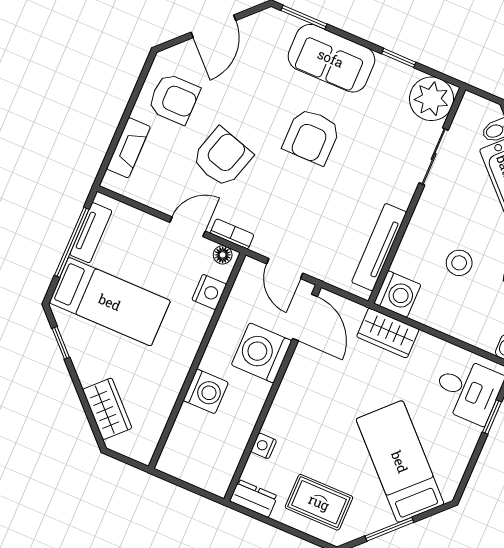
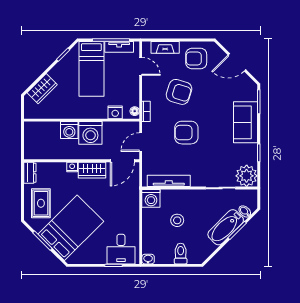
armchair: (174, 99) -> (196, 58), turned 90
armchair: (312, 136) -> (186, 133), moved
door: (187, 227) -> (141, 66), moved
wardrobe: (388, 333) -> (92, 170), moved, turned -90
washing machine: (262, 353) -> (90, 133), moved, turned 180
nightstand: (264, 446) -> (72, 167), moved
bed: (400, 462) -> (71, 228), width x1.50

